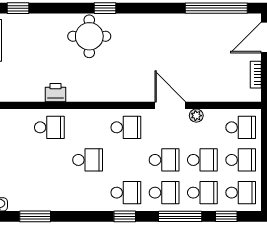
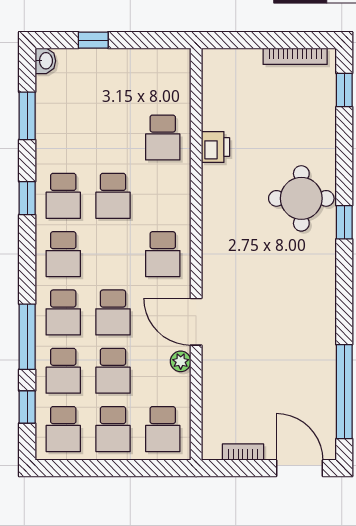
door: (170, 105) -> (196, 322), swing flipped
school desk: (88, 193) -> (63, 196), added
window: (125, 216) -> (27, 198), moved

